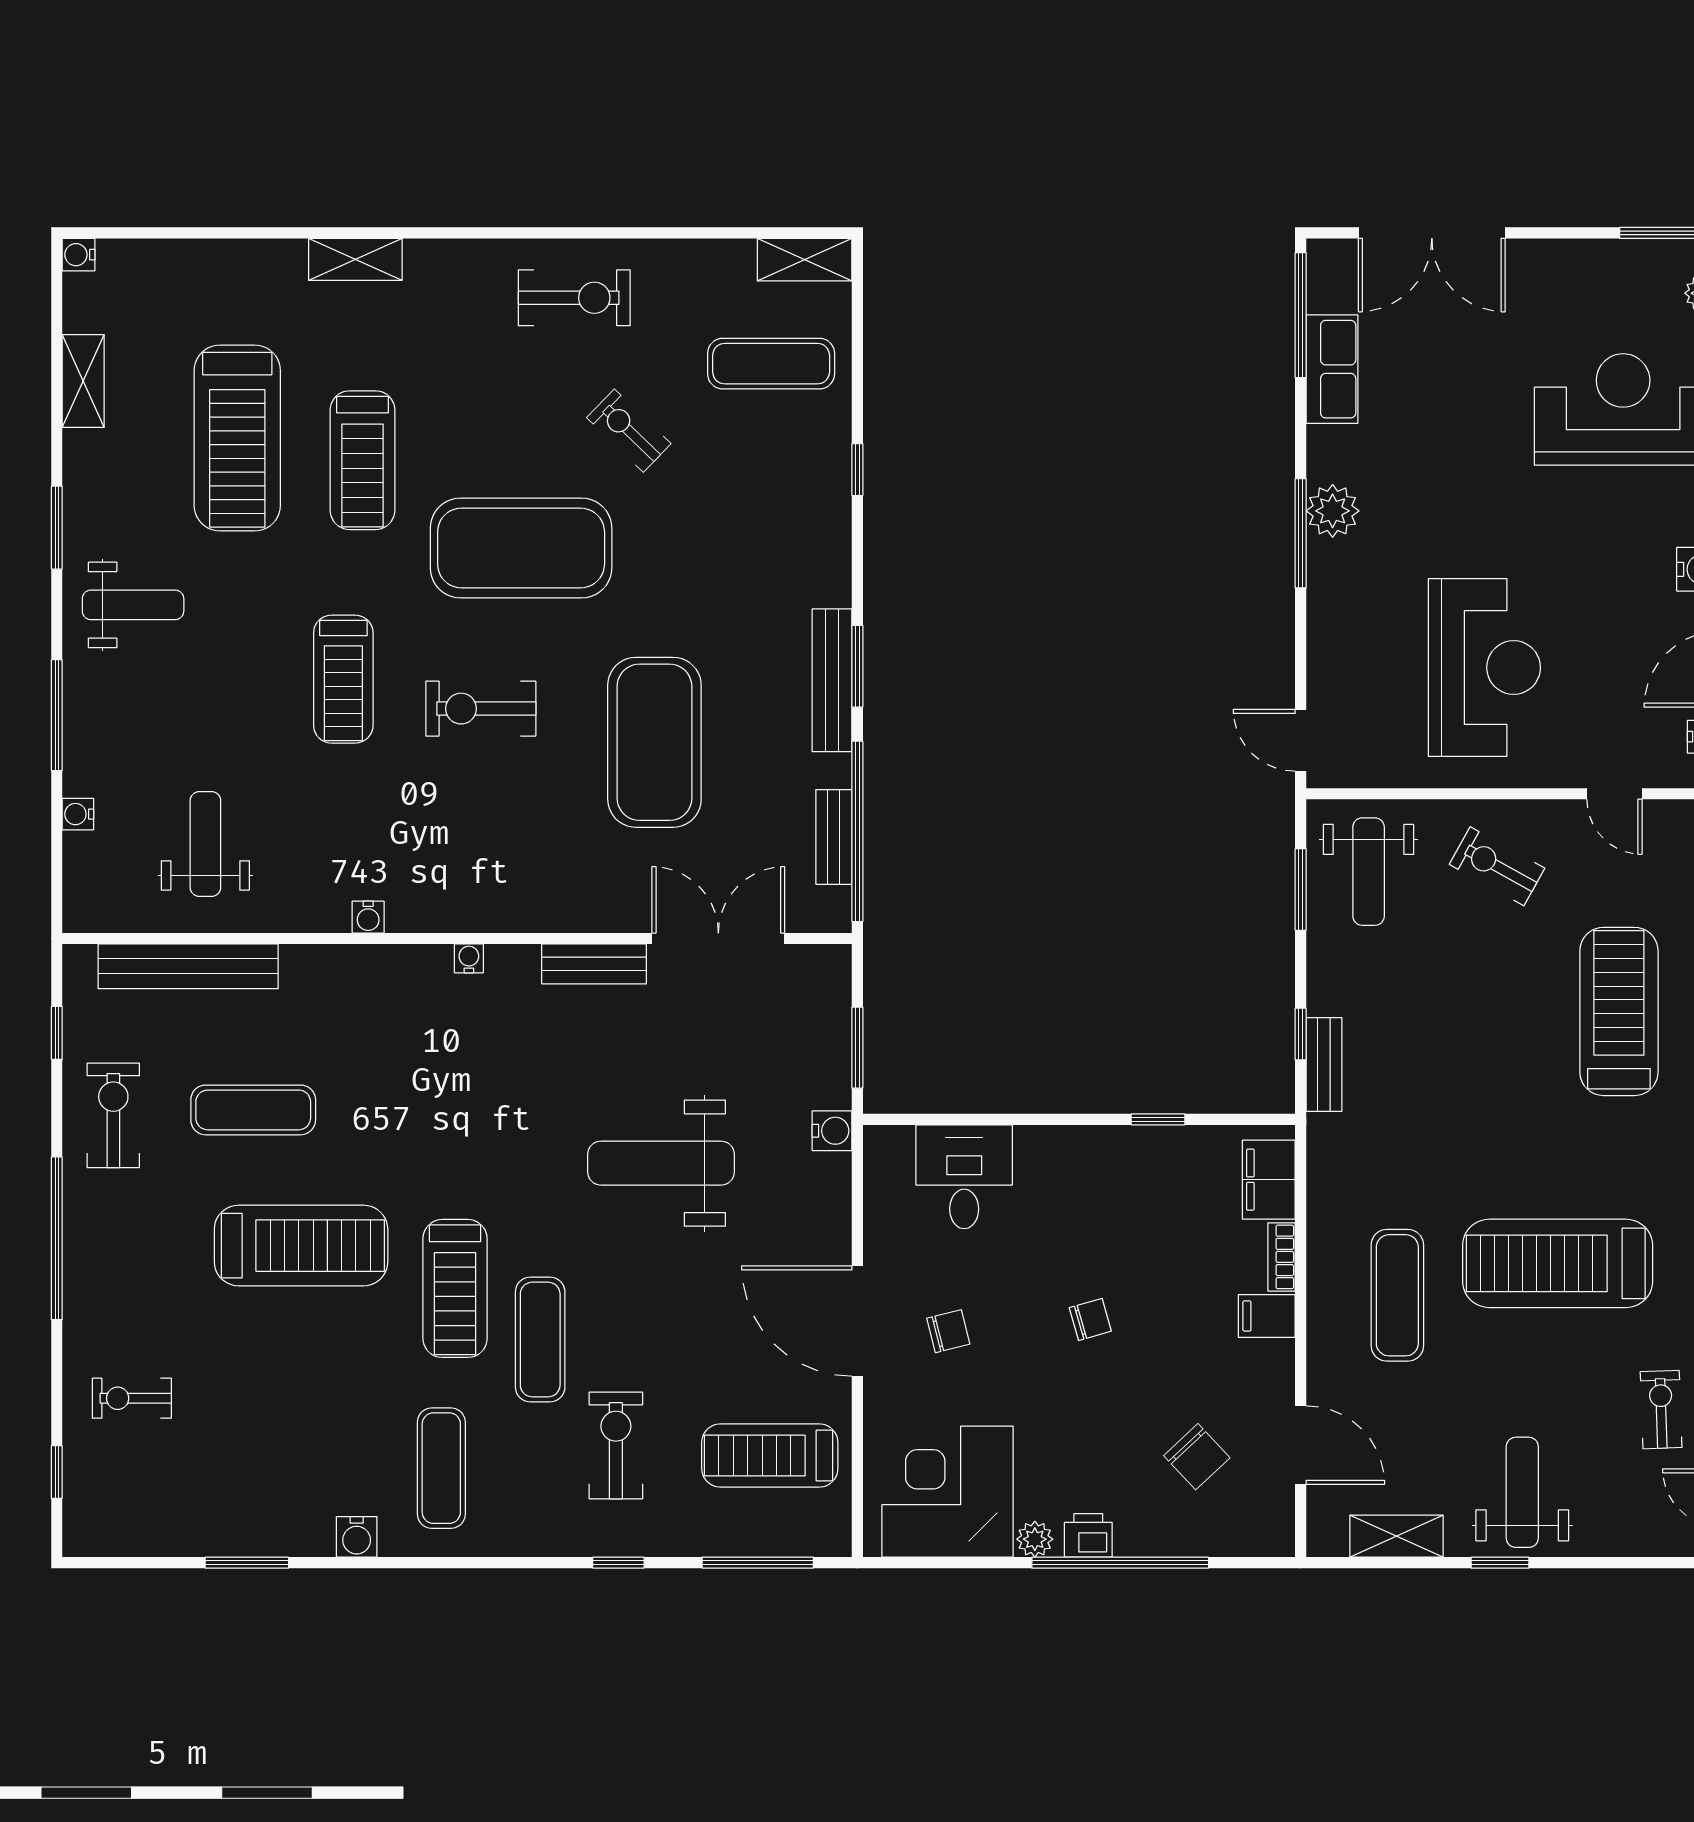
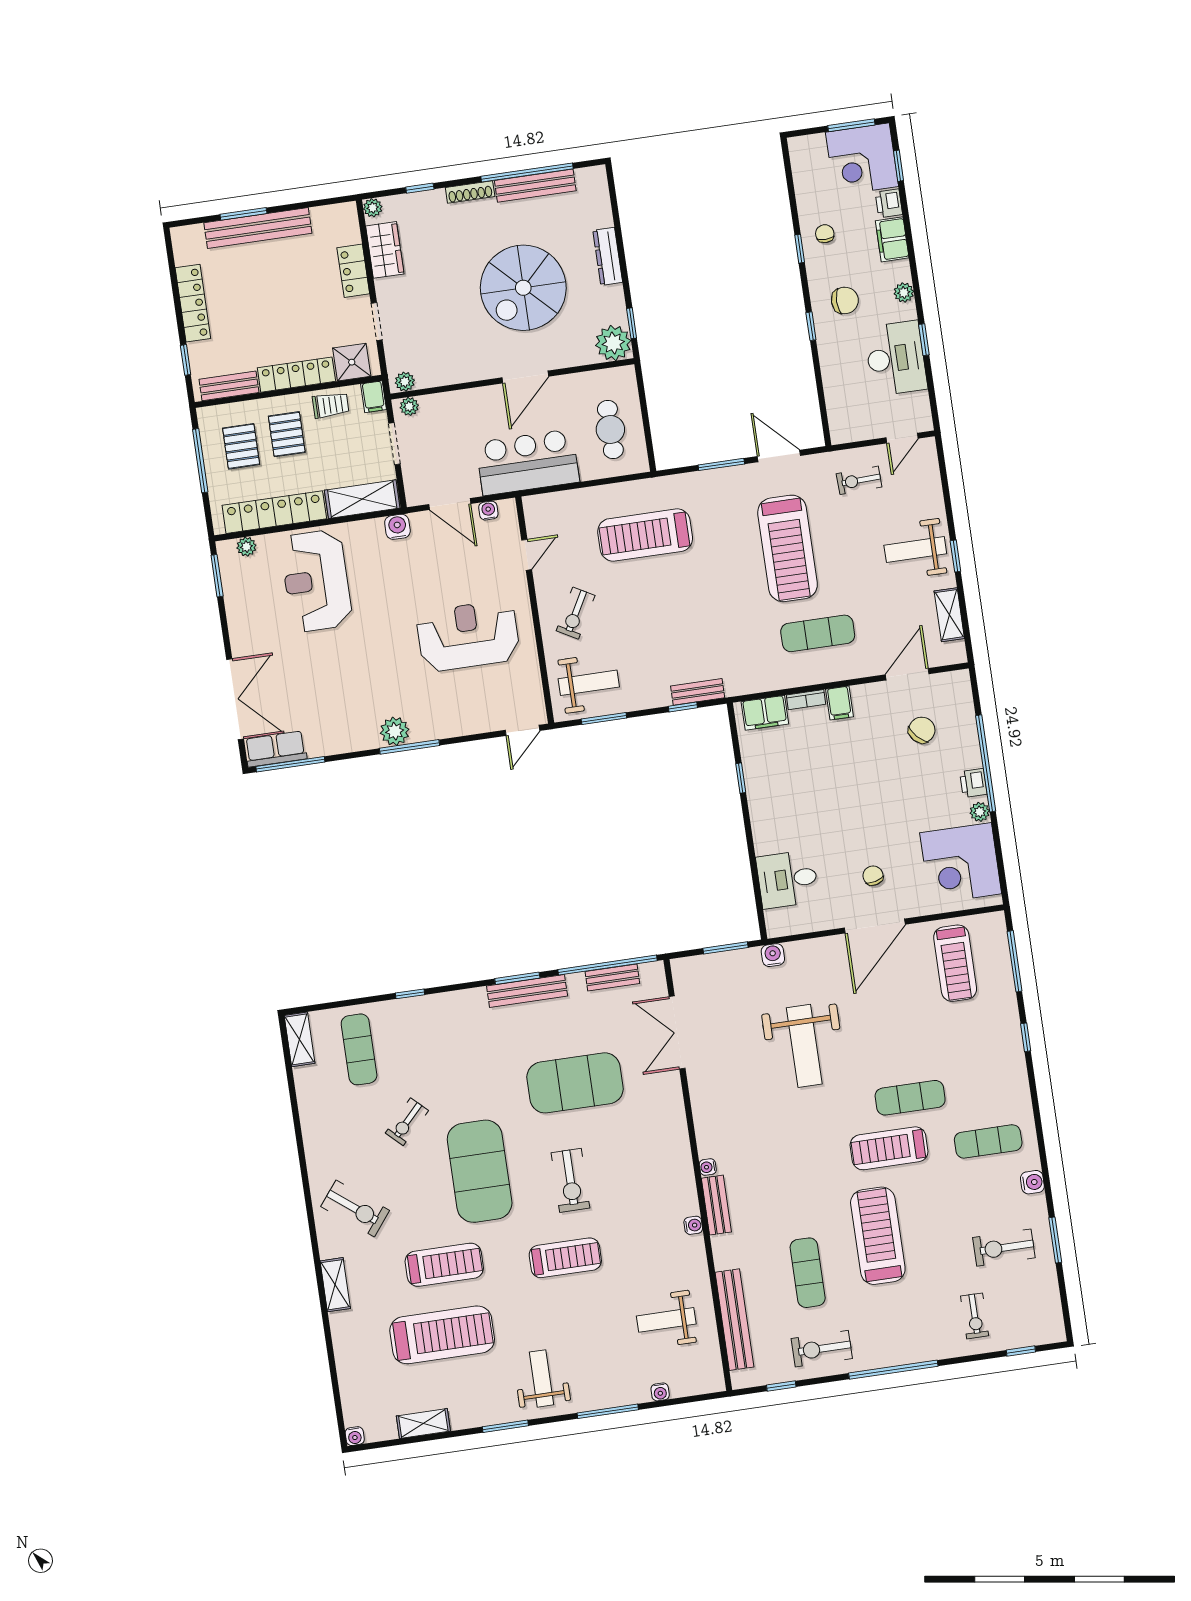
exercise bike: (574, 298) -> (355, 1208), moved, turned 128
row of seats: (1332, 369) -> (276, 749), moved
bench: (594, 964) -> (716, 1205), moved
treadmill: (455, 1288) -> (889, 1148), turned 180
chair: (1090, 1319) -> (855, 799), removed
exercise bike: (616, 1445) -> (1004, 1248), moved

